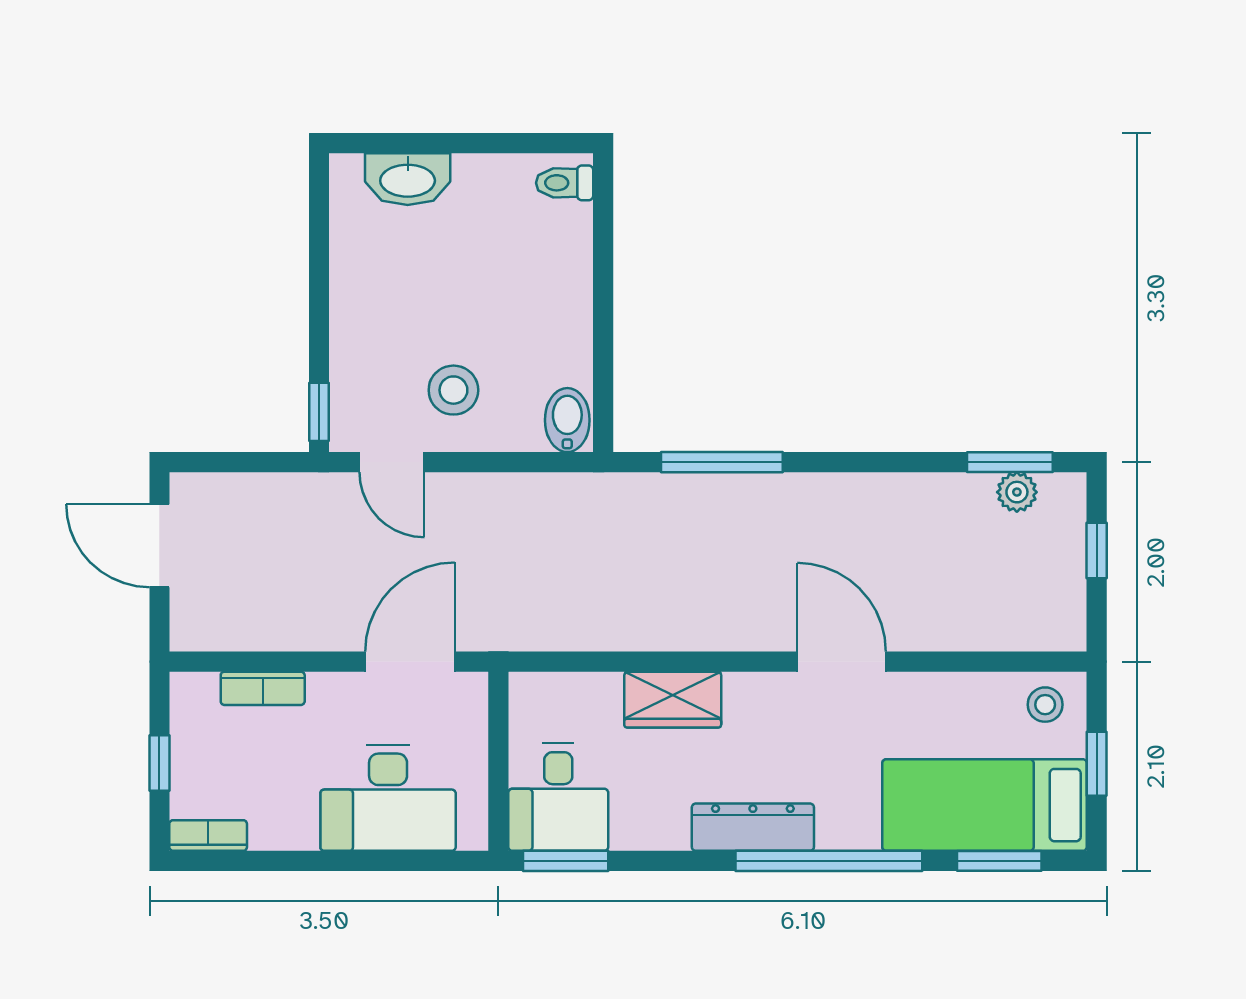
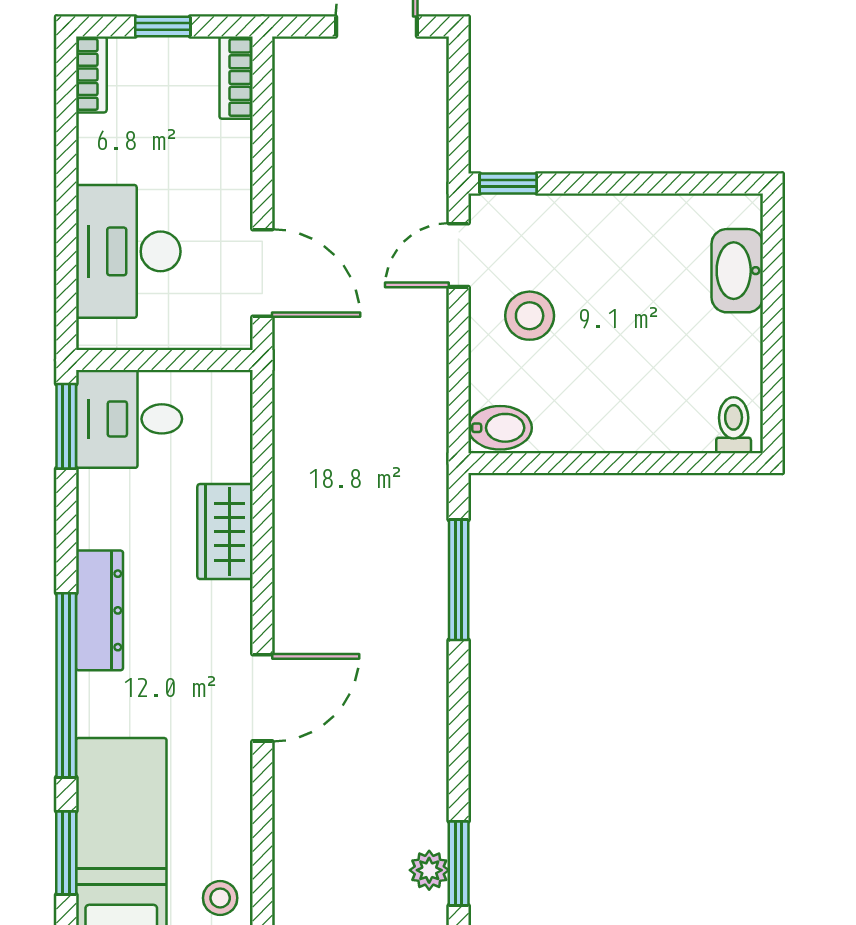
bookcase: (263, 688) -> (236, 78), moved

